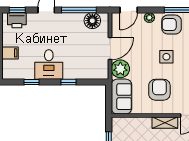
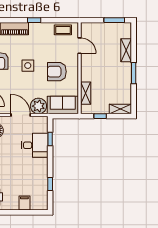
desk: (49, 65) -> (35, 145), moved
window: (69, 82) -> (50, 139), moved
shelving: (165, 123) -> (86, 93), moved

